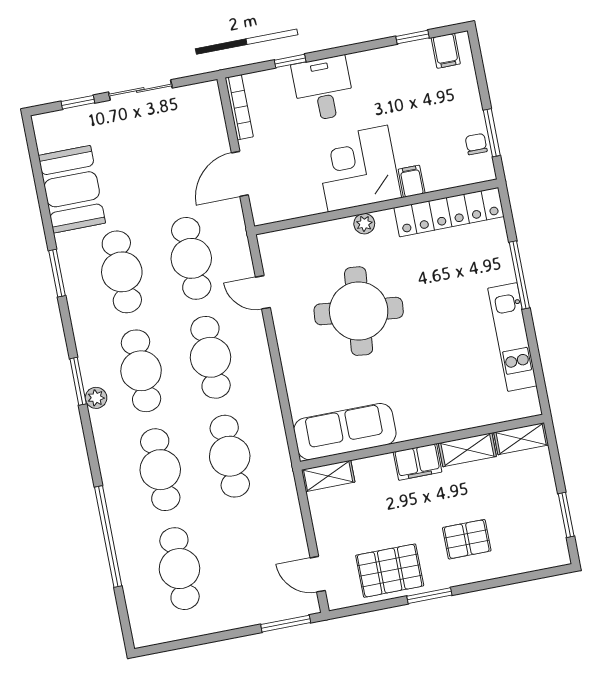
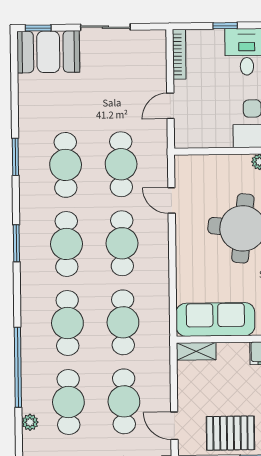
window: (78, 102) -> (38, 28), moved
door: (240, 174) -> (170, 106), width x0.73
booth: (72, 189) -> (48, 52), moved, turned 90
plant: (96, 398) -> (30, 422), moved
cafe table: (249, 555) -> (124, 401), added

